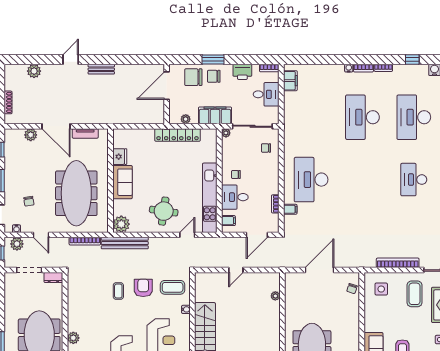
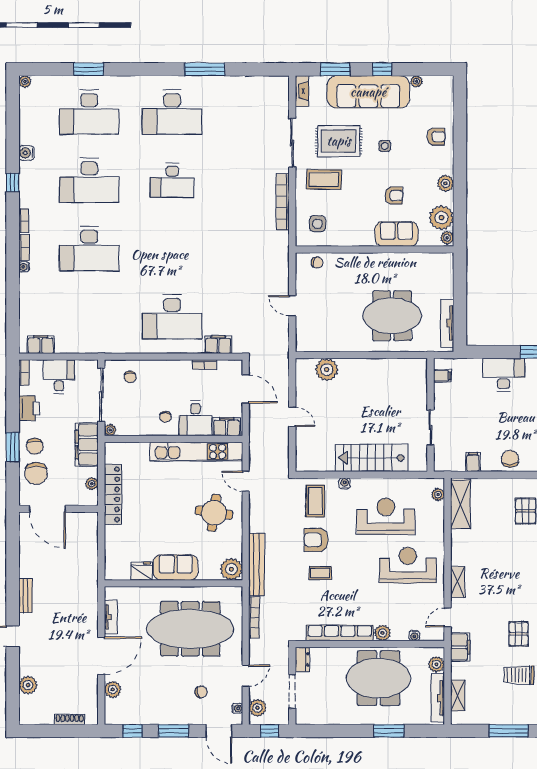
filing cabinet: (290, 209) -> (218, 345), width x2.00
filing cabinet: (228, 221) -> (227, 427), width x2.00
door: (319, 270) -> (292, 306), width x0.53
plant: (275, 296) -> (327, 370), width x1.88, depth x1.88
row of seats: (73, 306) -> (340, 633), added

